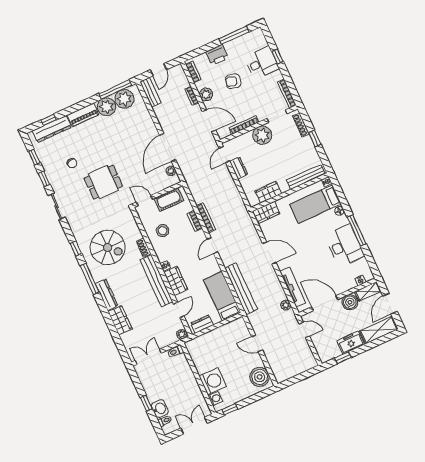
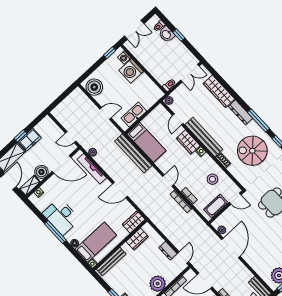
wardrobe: (120, 320) -> (219, 91), width x1.50
dresser: (202, 324) -> (155, 114), removed
kitchen sink: (226, 332) -> (134, 115), added
window: (343, 358) -> (20, 136), moved

